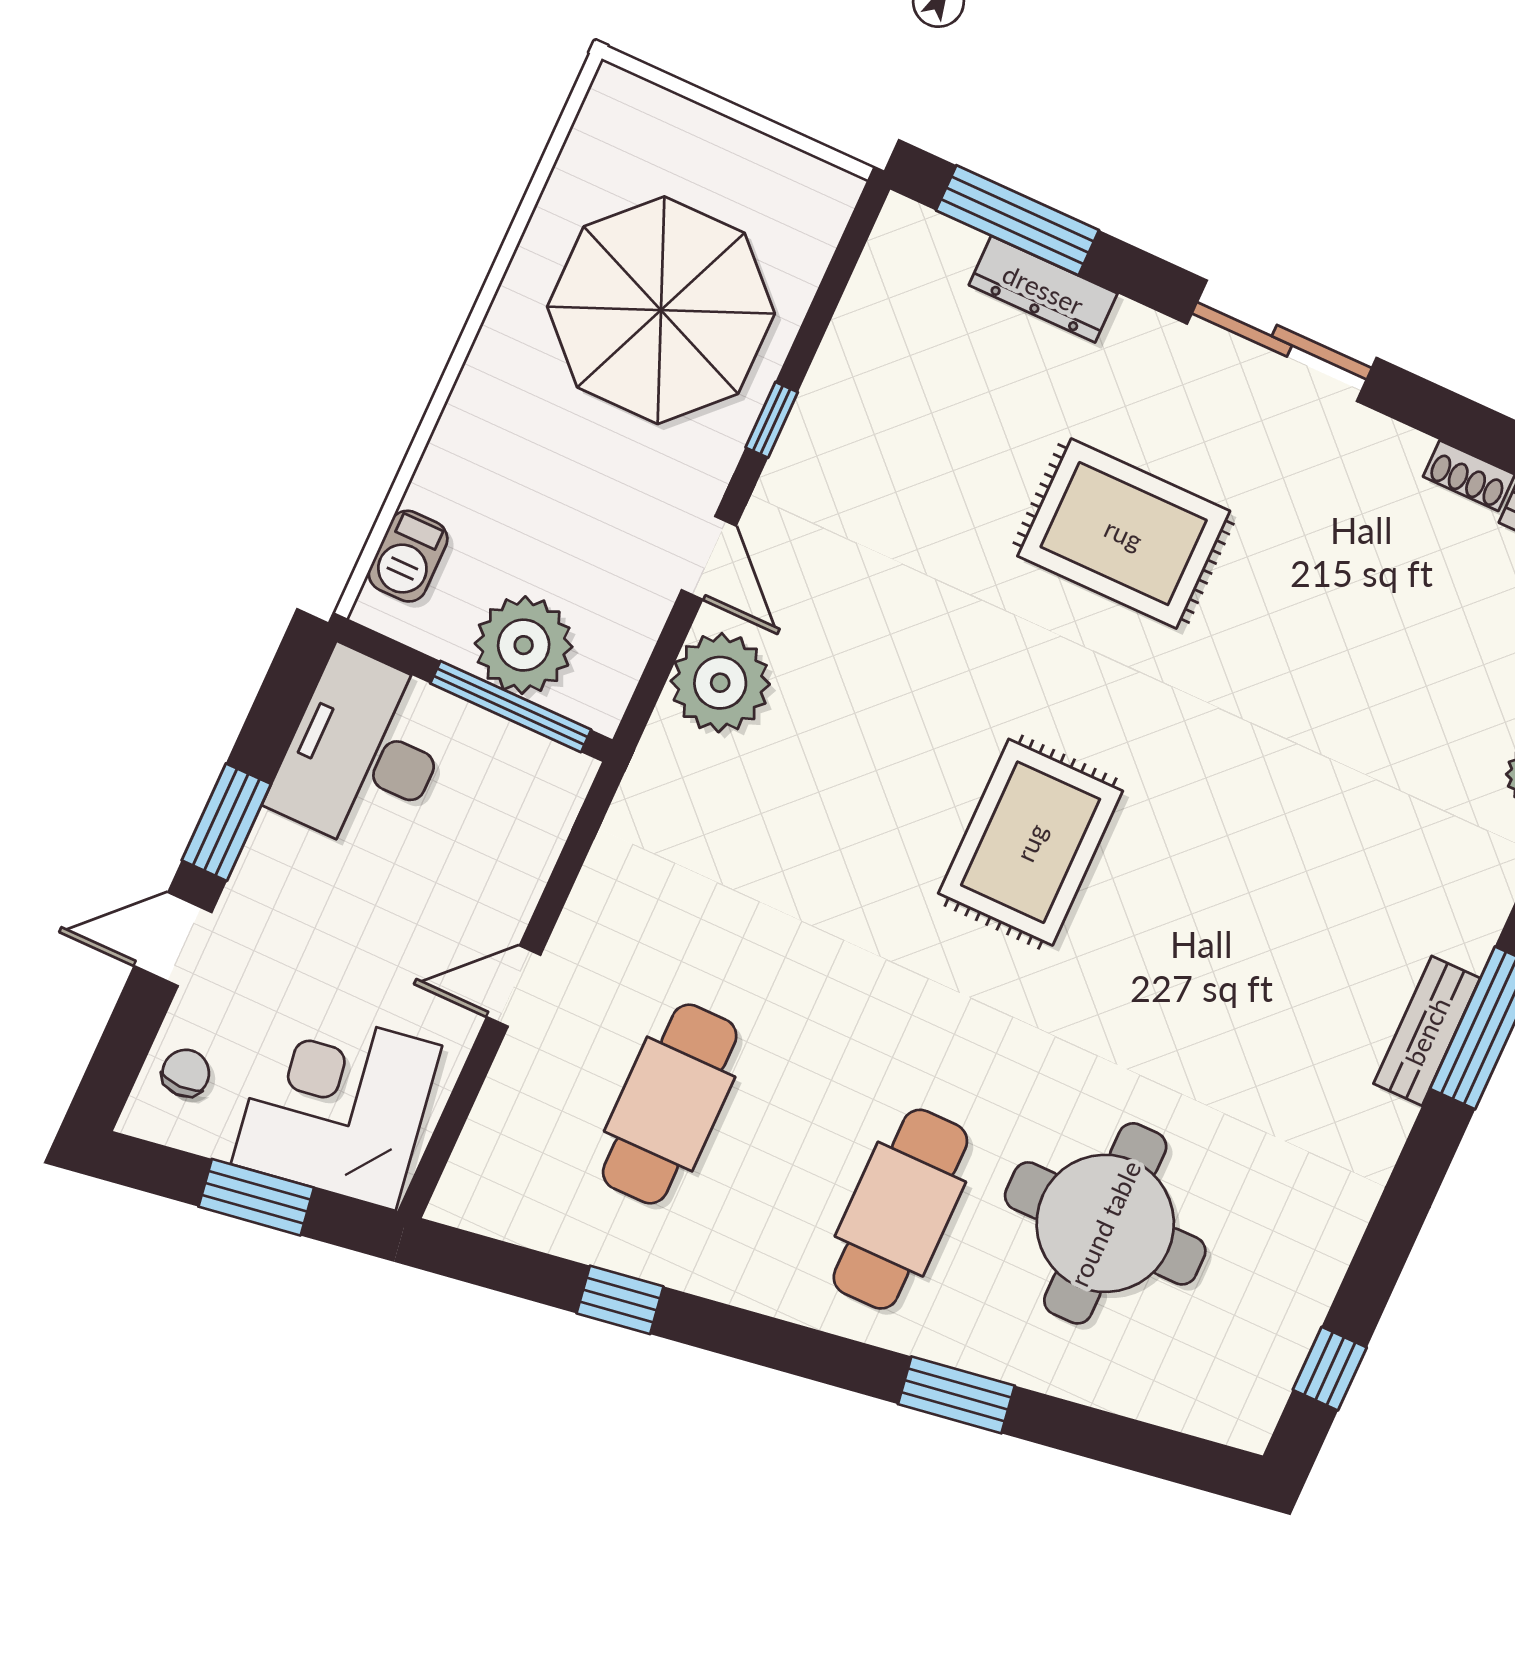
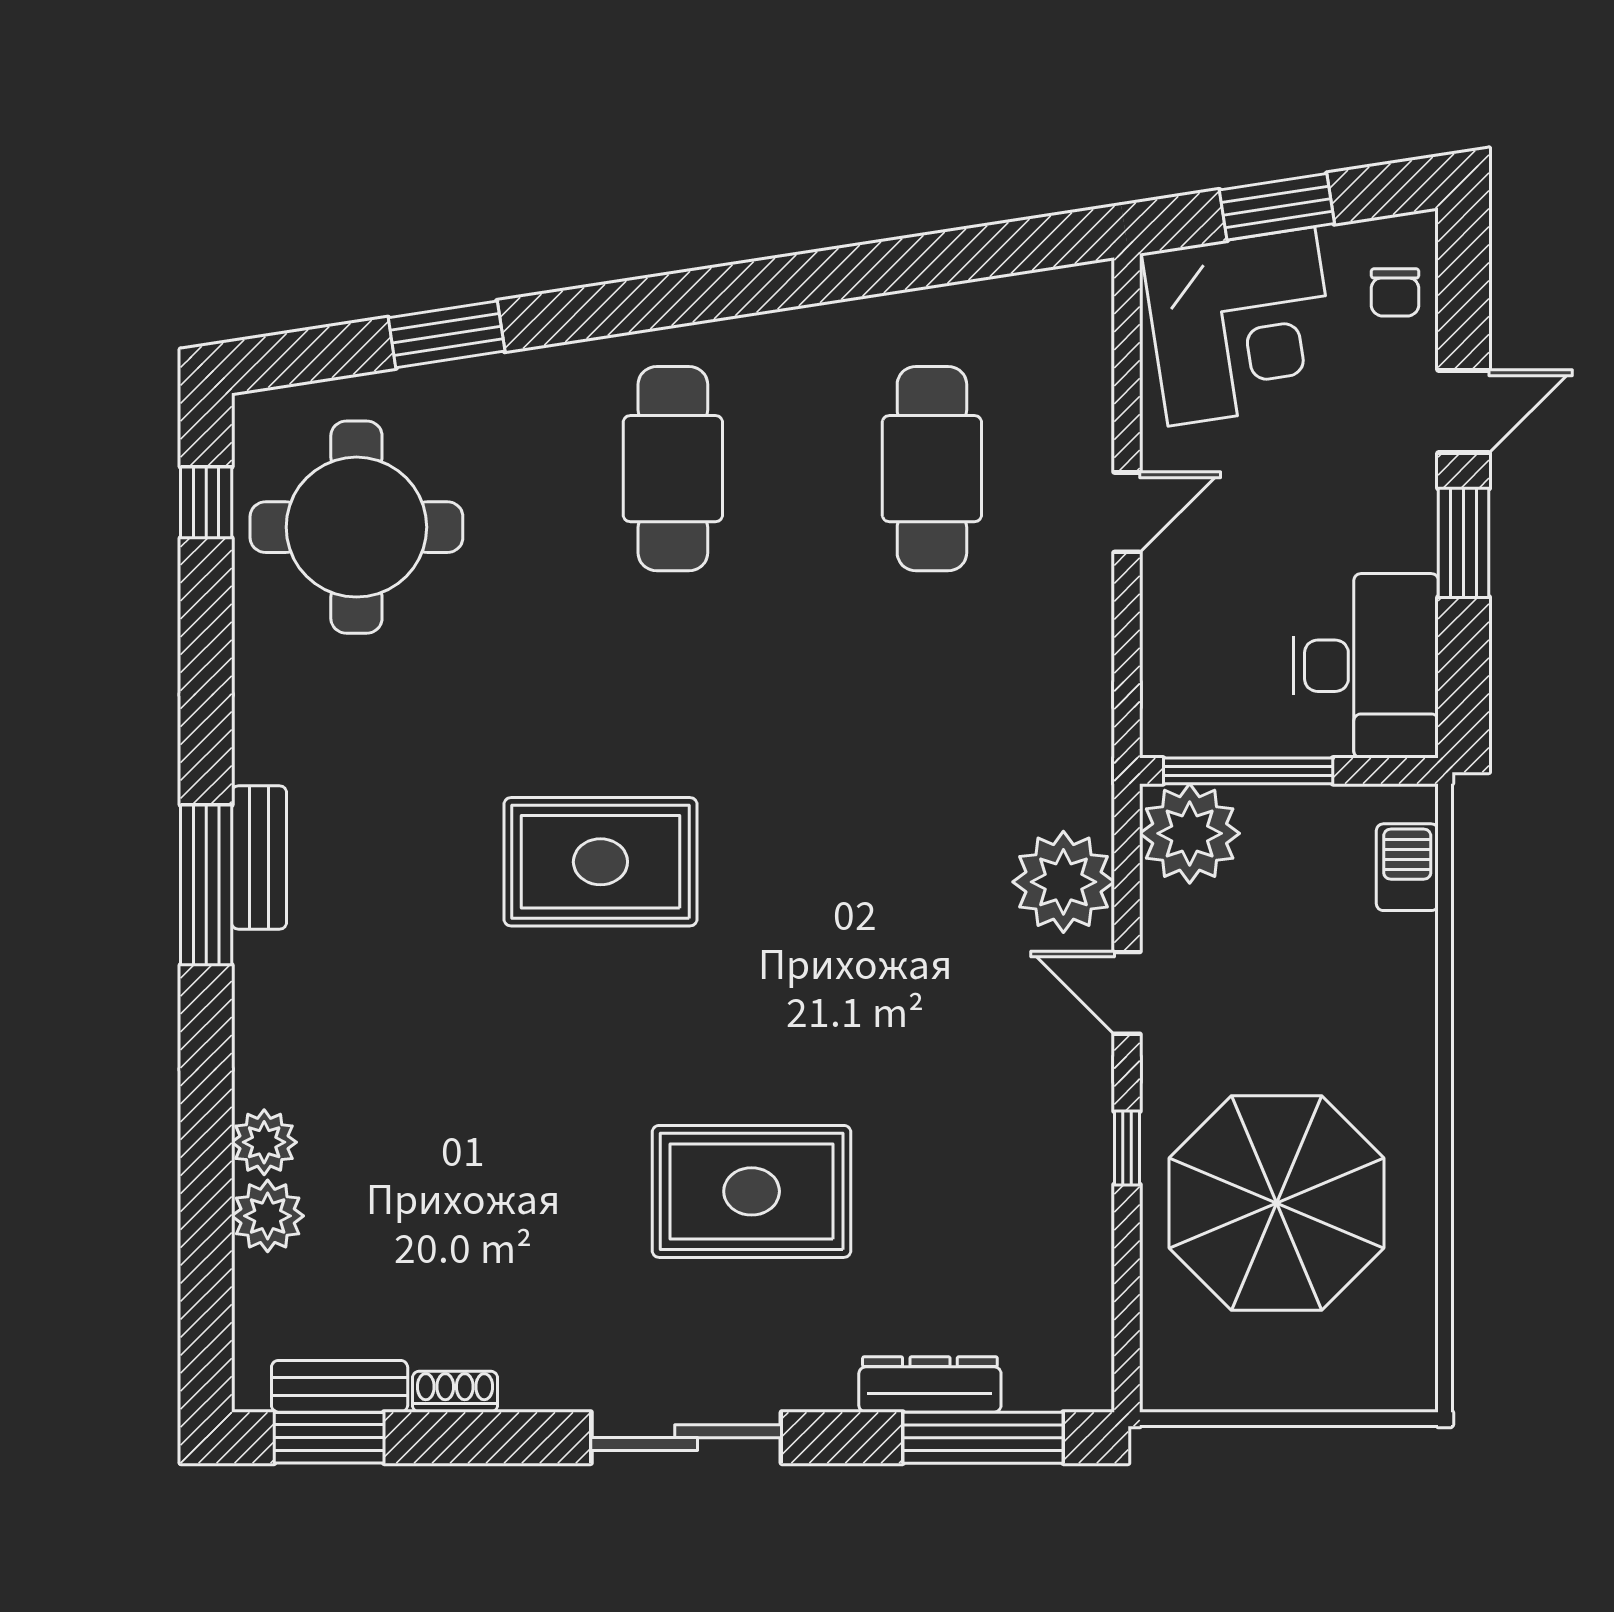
plant: (524, 645) -> (1190, 833), moved
rug: (1031, 842) -> (600, 862), moved, turned 90
round table: (1105, 1223) -> (356, 527), moved
window: (620, 1300) -> (895, 265), removed
window: (956, 1395) -> (447, 334), moved

